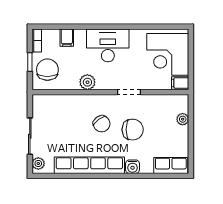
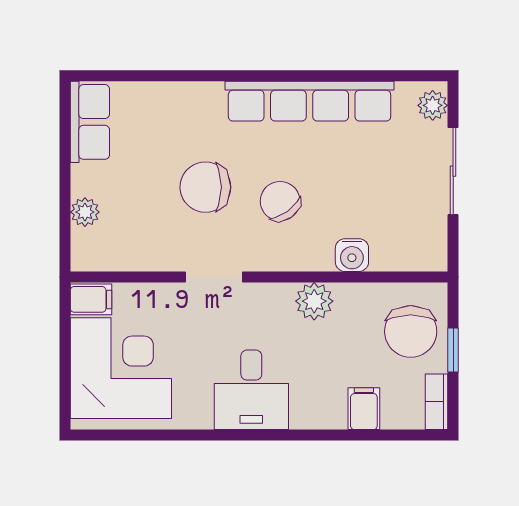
desk: (108, 45) -> (251, 390), width x0.73
row of seats: (171, 165) -> (90, 122), moved, turned -90
water cooler: (133, 167) -> (352, 255), moved, turned 180

